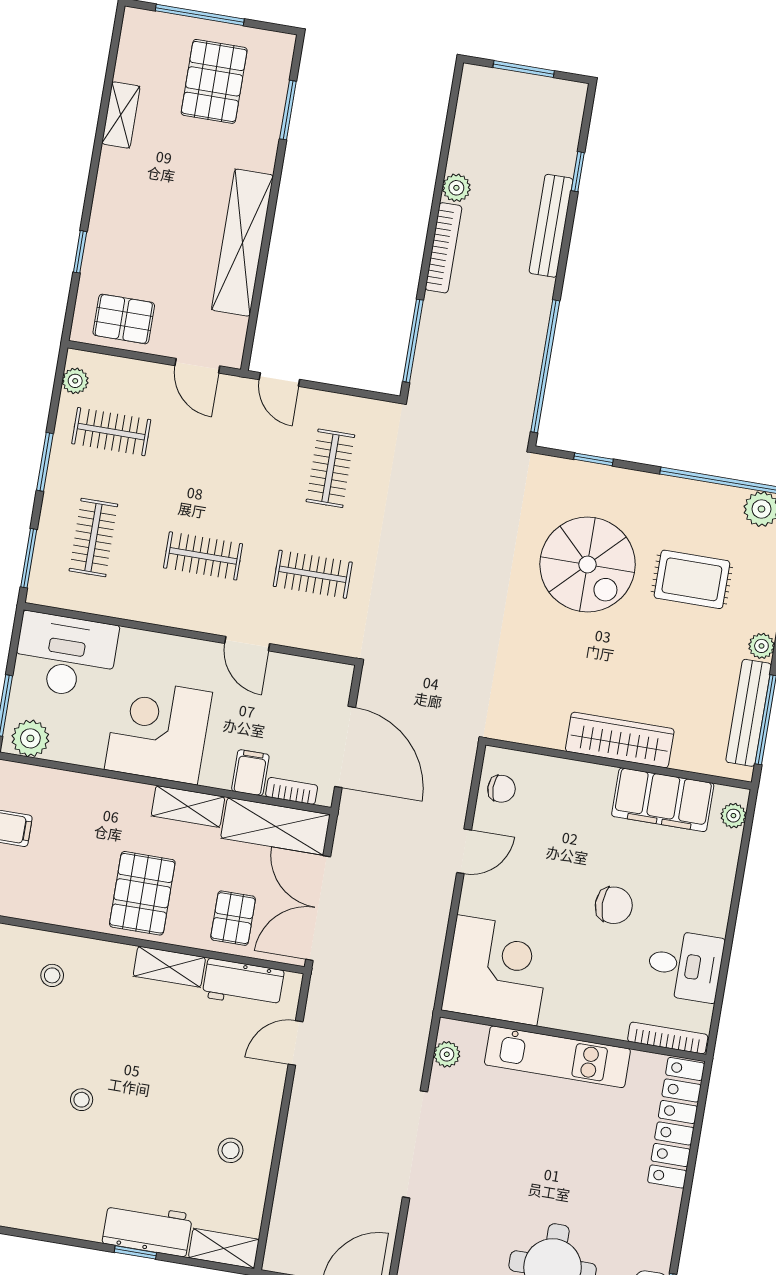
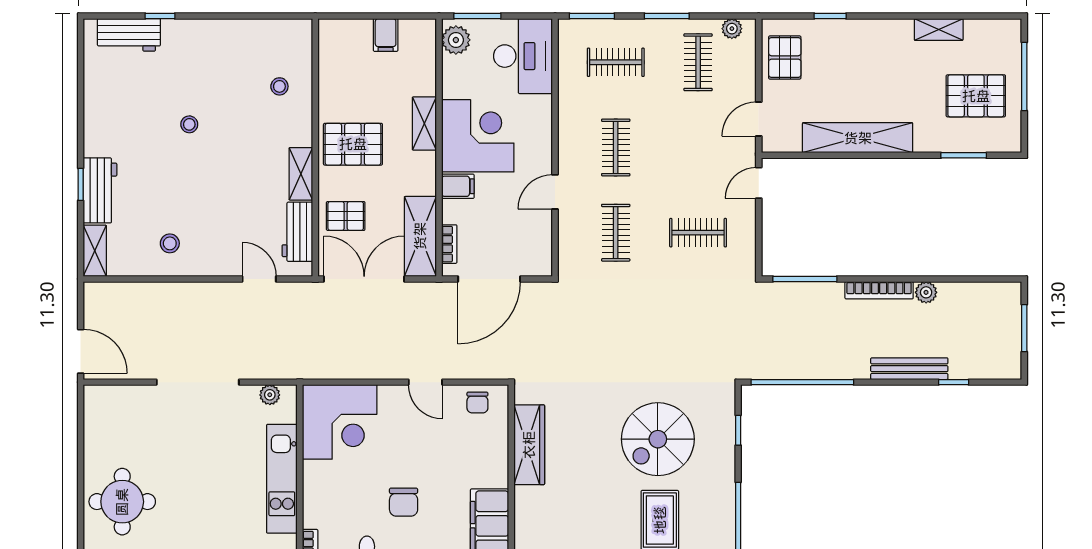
wardrobe: (620, 740) -> (529, 445), moved
filing cabinet: (250, 773) -> (458, 186), moved
shelving: (188, 806) -> (424, 123), moved

